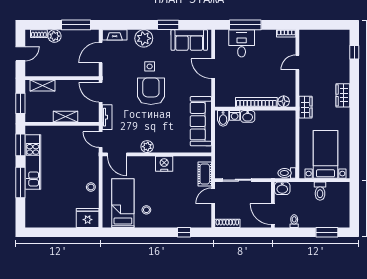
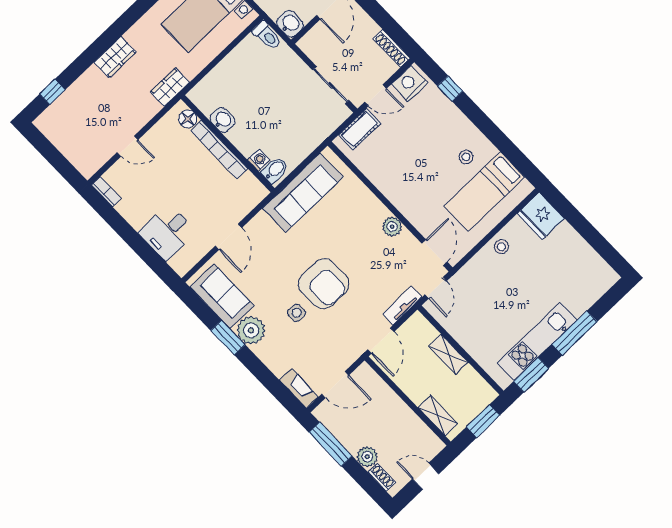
window: (245, 25) -> (142, 248), removed
plant: (144, 38) -> (251, 330), moved
armchair: (151, 91) -> (324, 284), turned -90
washbasin: (248, 116) -> (223, 120), moved
nightstand: (164, 164) -> (409, 84), moved, turned 90

